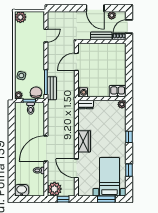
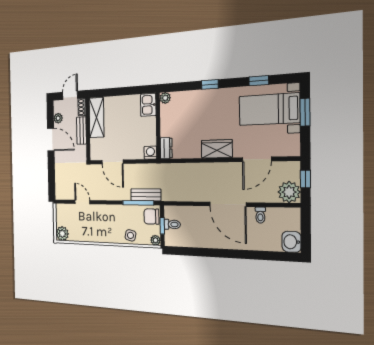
door: (95, 8) -> (51, 140), hinge flipped
door: (129, 27) -> (70, 95), swing flipped
shelving: (111, 49) -> (97, 118), added

